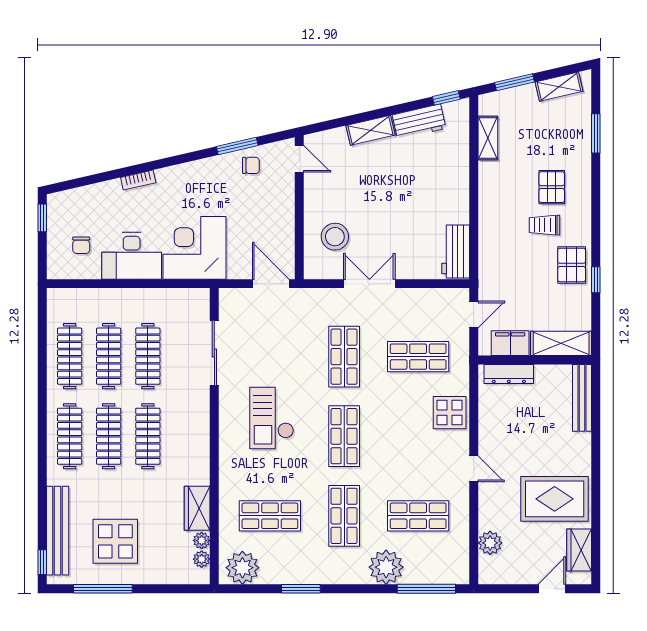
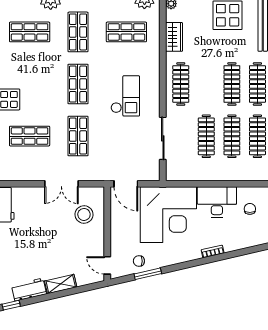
corner desk: (195, 248) -> (168, 215), width x1.36, depth x1.36
clothes rail: (148, 436) -> (181, 84), moved
plant: (202, 541) -> (171, 16), removed

